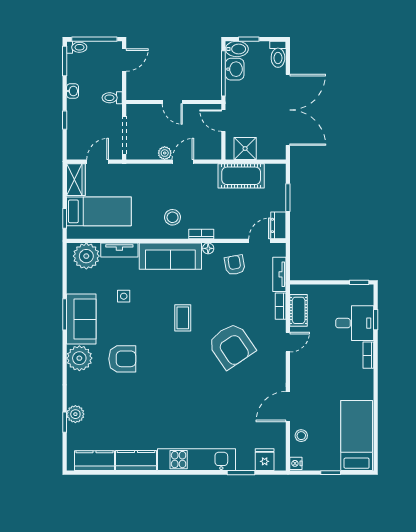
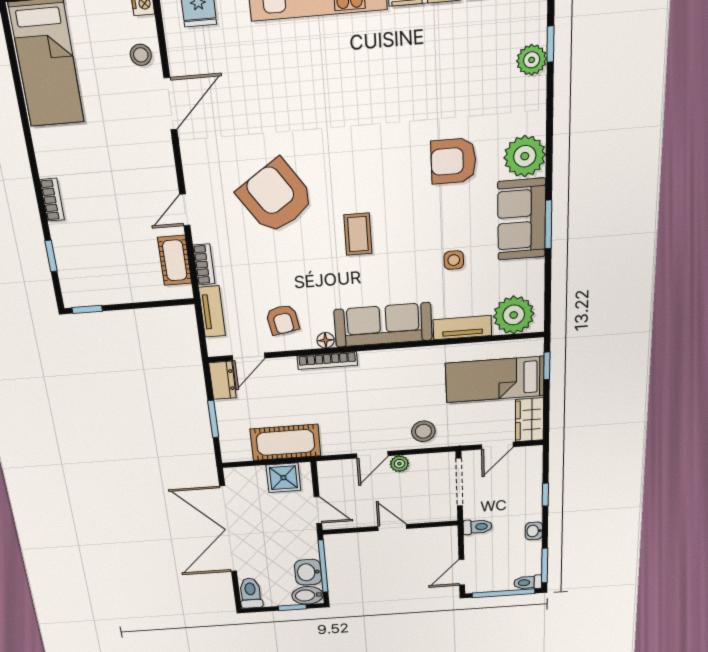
stool: (173, 217) -> (423, 431), moved
bookcase: (201, 234) -> (327, 361), width x1.56
desk: (355, 323) -> (83, 248), removed

